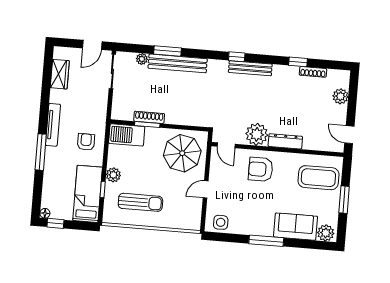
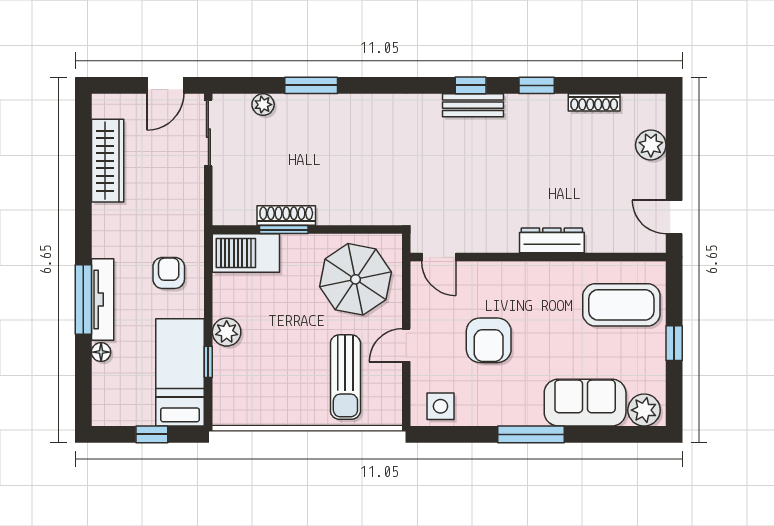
window: (237, 57) -> (471, 85), moved
window: (298, 62) -> (537, 85), moved
bench: (178, 63) -> (332, 108), removed
bench: (250, 68) -> (473, 105), width x0.73
wardrobe: (60, 74) -> (108, 161), width x1.50
tv unit: (53, 125) -> (103, 300), moved
plant: (257, 134) -> (496, 231), removed
armchair: (261, 169) -> (489, 340), moved, turned -90
window: (344, 200) -> (674, 343), width x0.67
sun lounger: (140, 202) -> (345, 377), moved, turned 90
floor lamp: (45, 213) -> (101, 352), moved
window: (55, 223) -> (152, 434), moved

